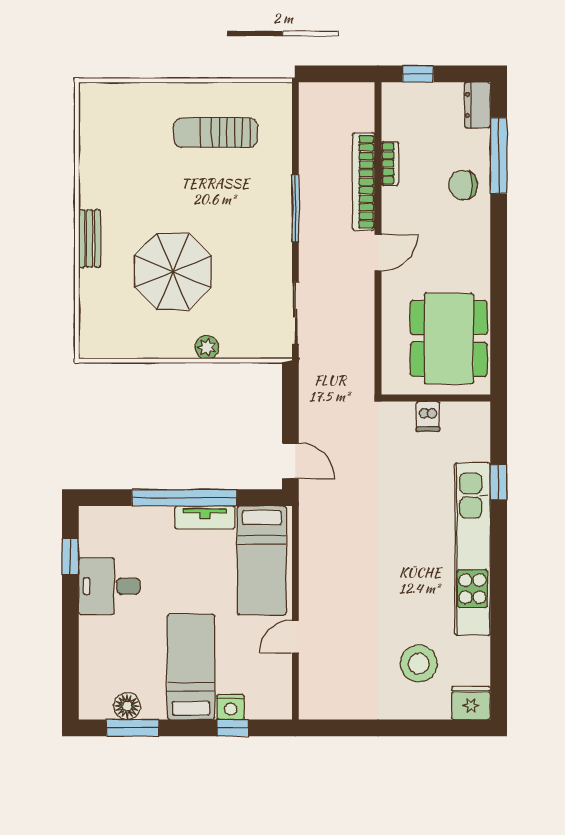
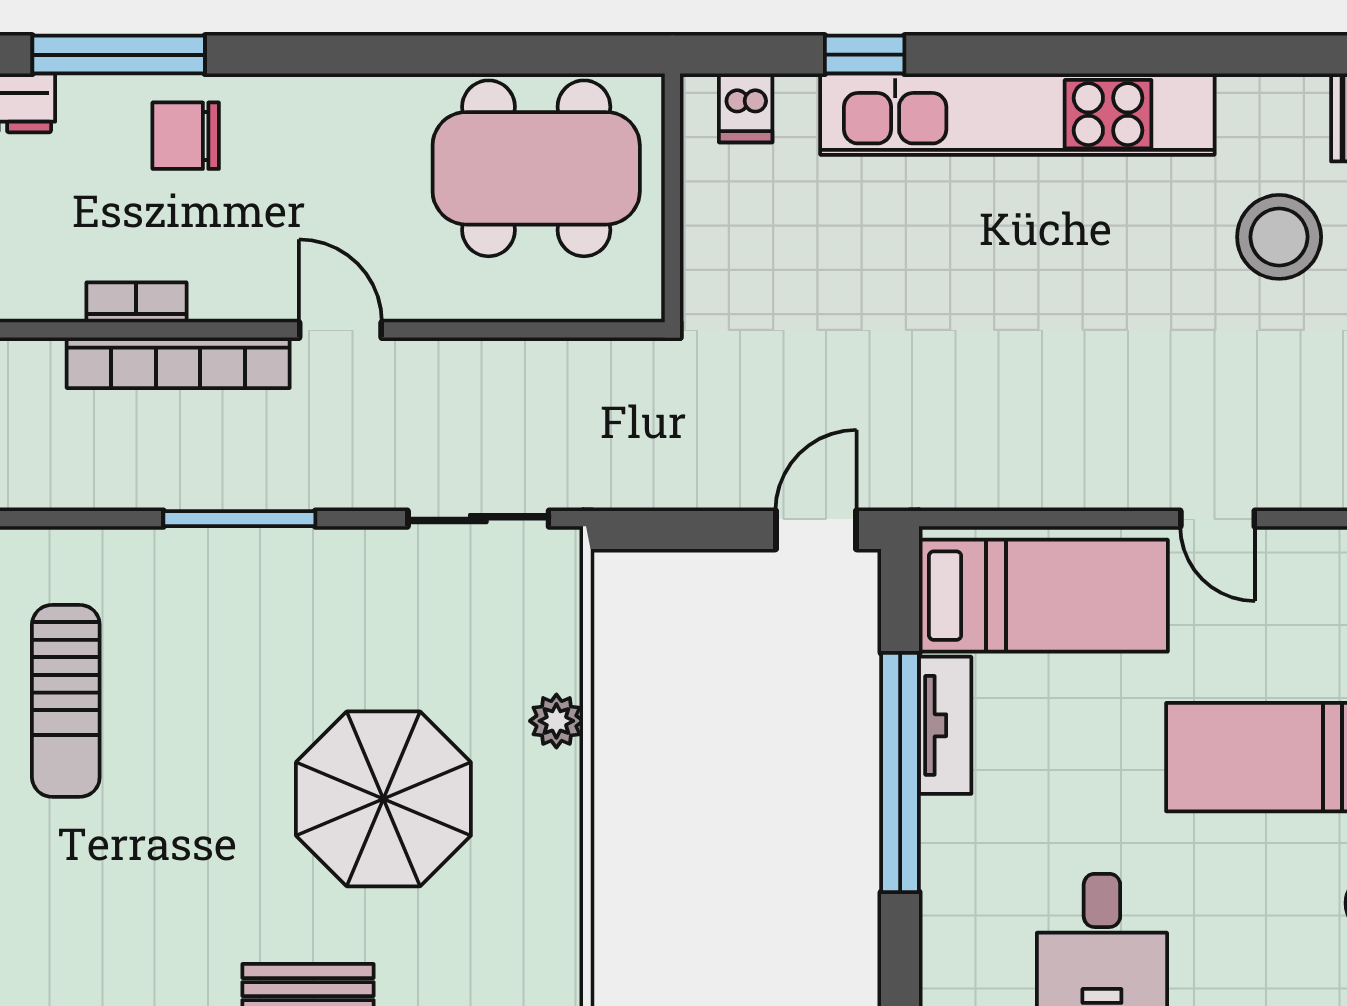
chair: (463, 185) -> (186, 136), turned 90
dishwasher: (428, 416) -> (746, 108), moved, turned 90

